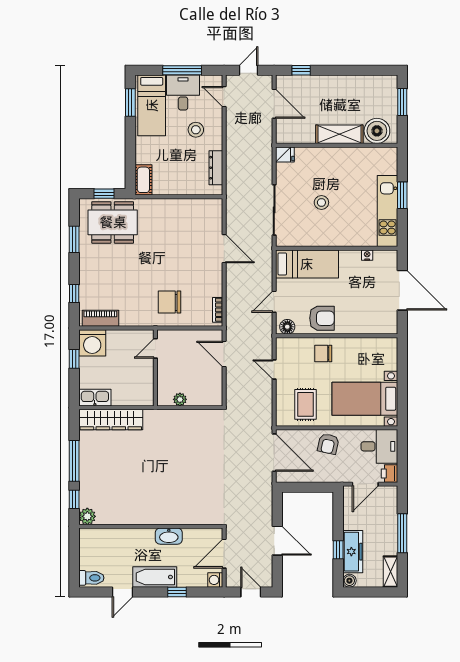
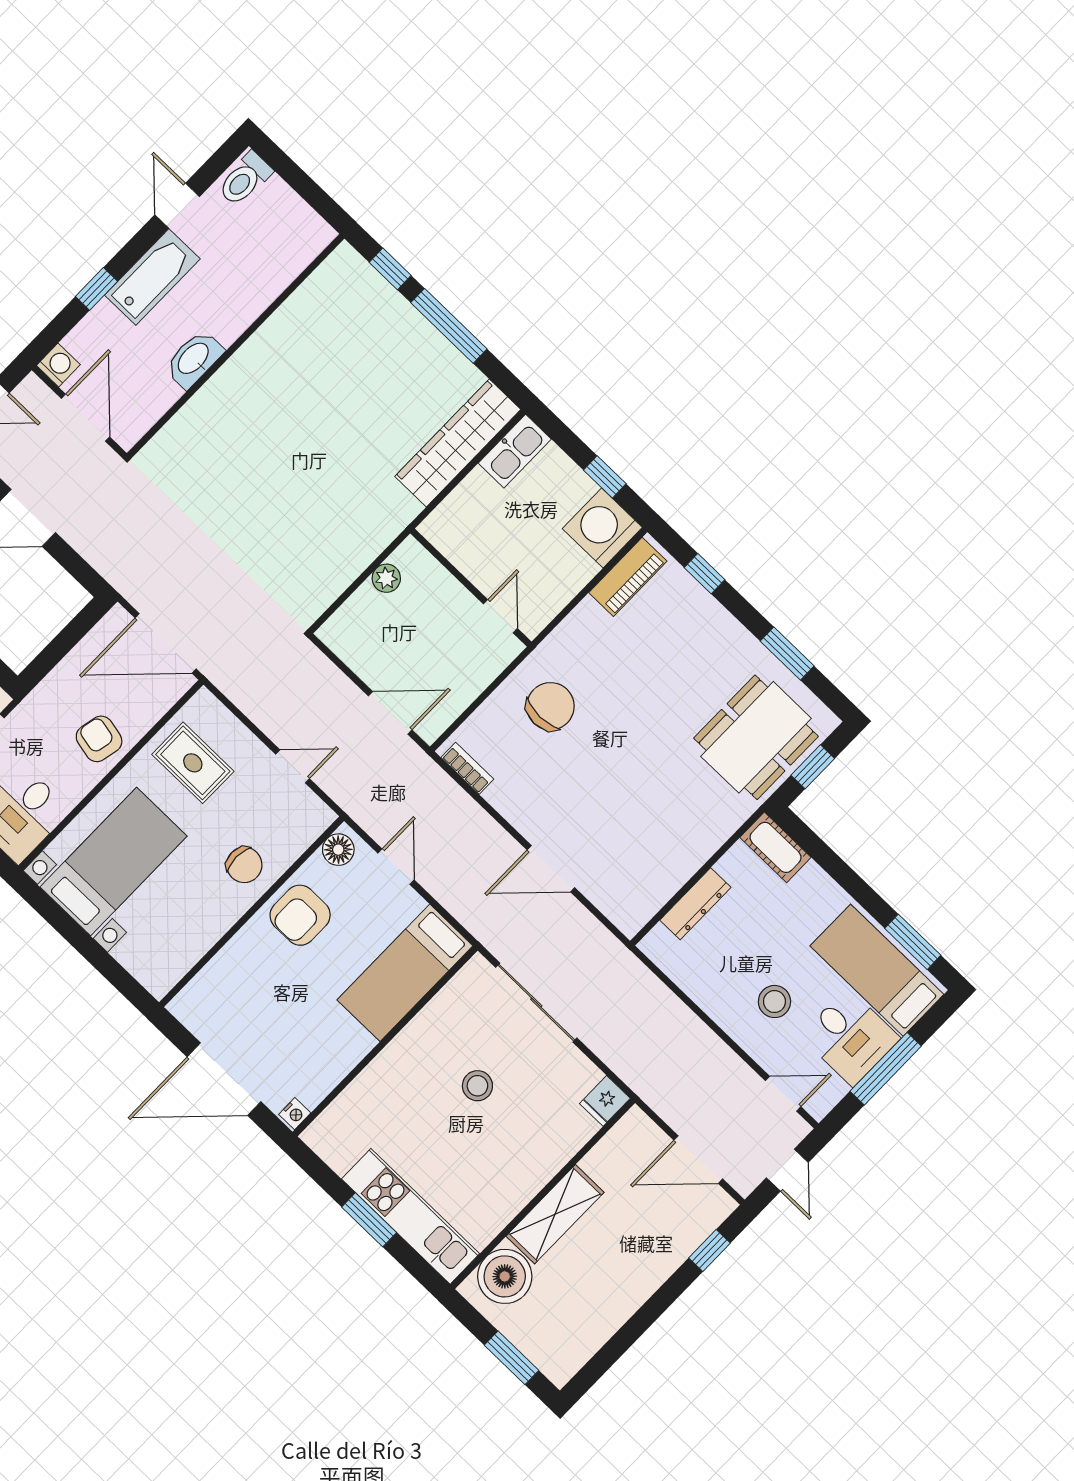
dresser: (216, 168) -> (695, 904), moved, turned 90
kitchen unit: (387, 211) -> (410, 1216), moved
nightstand: (367, 255) -> (295, 1114), moved
chair: (323, 354) -> (244, 865), turned 90
plant: (87, 516) -> (345, 264), removed

